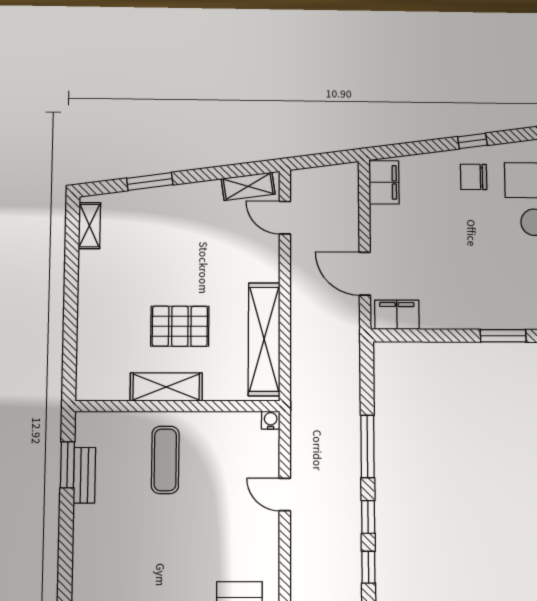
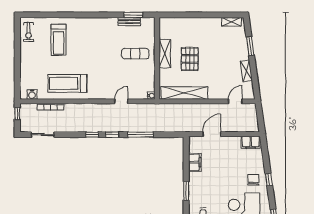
shelving: (248, 186) -> (246, 71), moved
filing cabinet: (397, 315) -> (195, 162), moved

